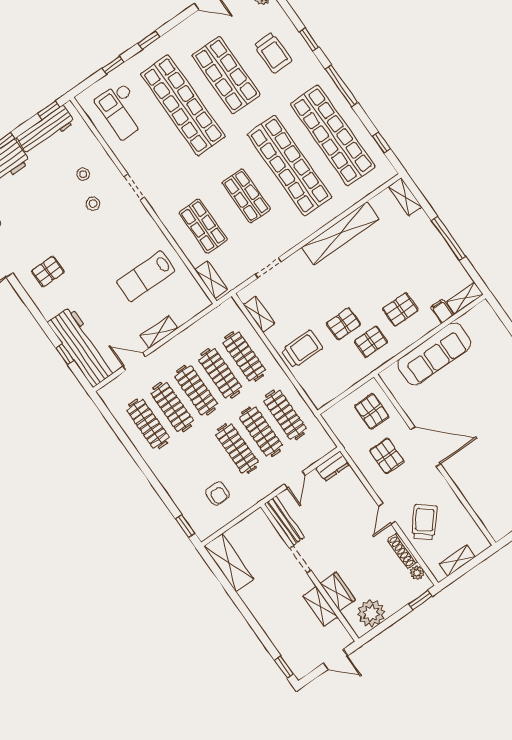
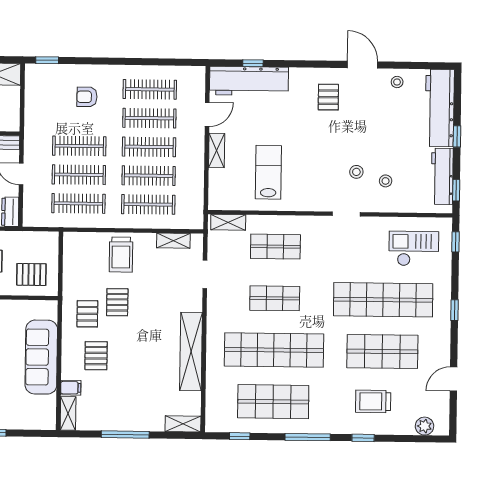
window: (113, 65) -> (455, 242), moved
shop shelf: (333, 135) -> (273, 402), width x0.71
armchair: (217, 493) -> (87, 97), moved

